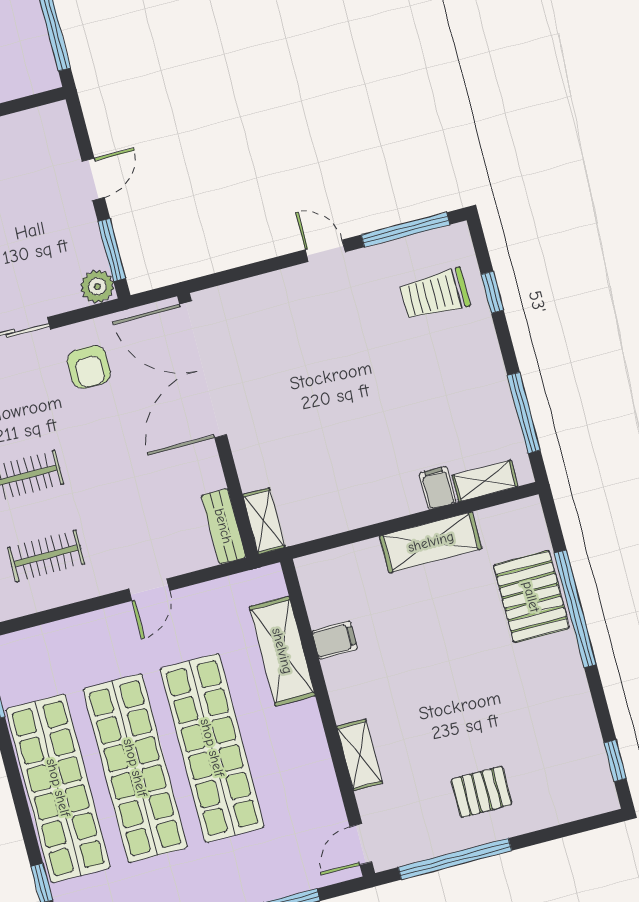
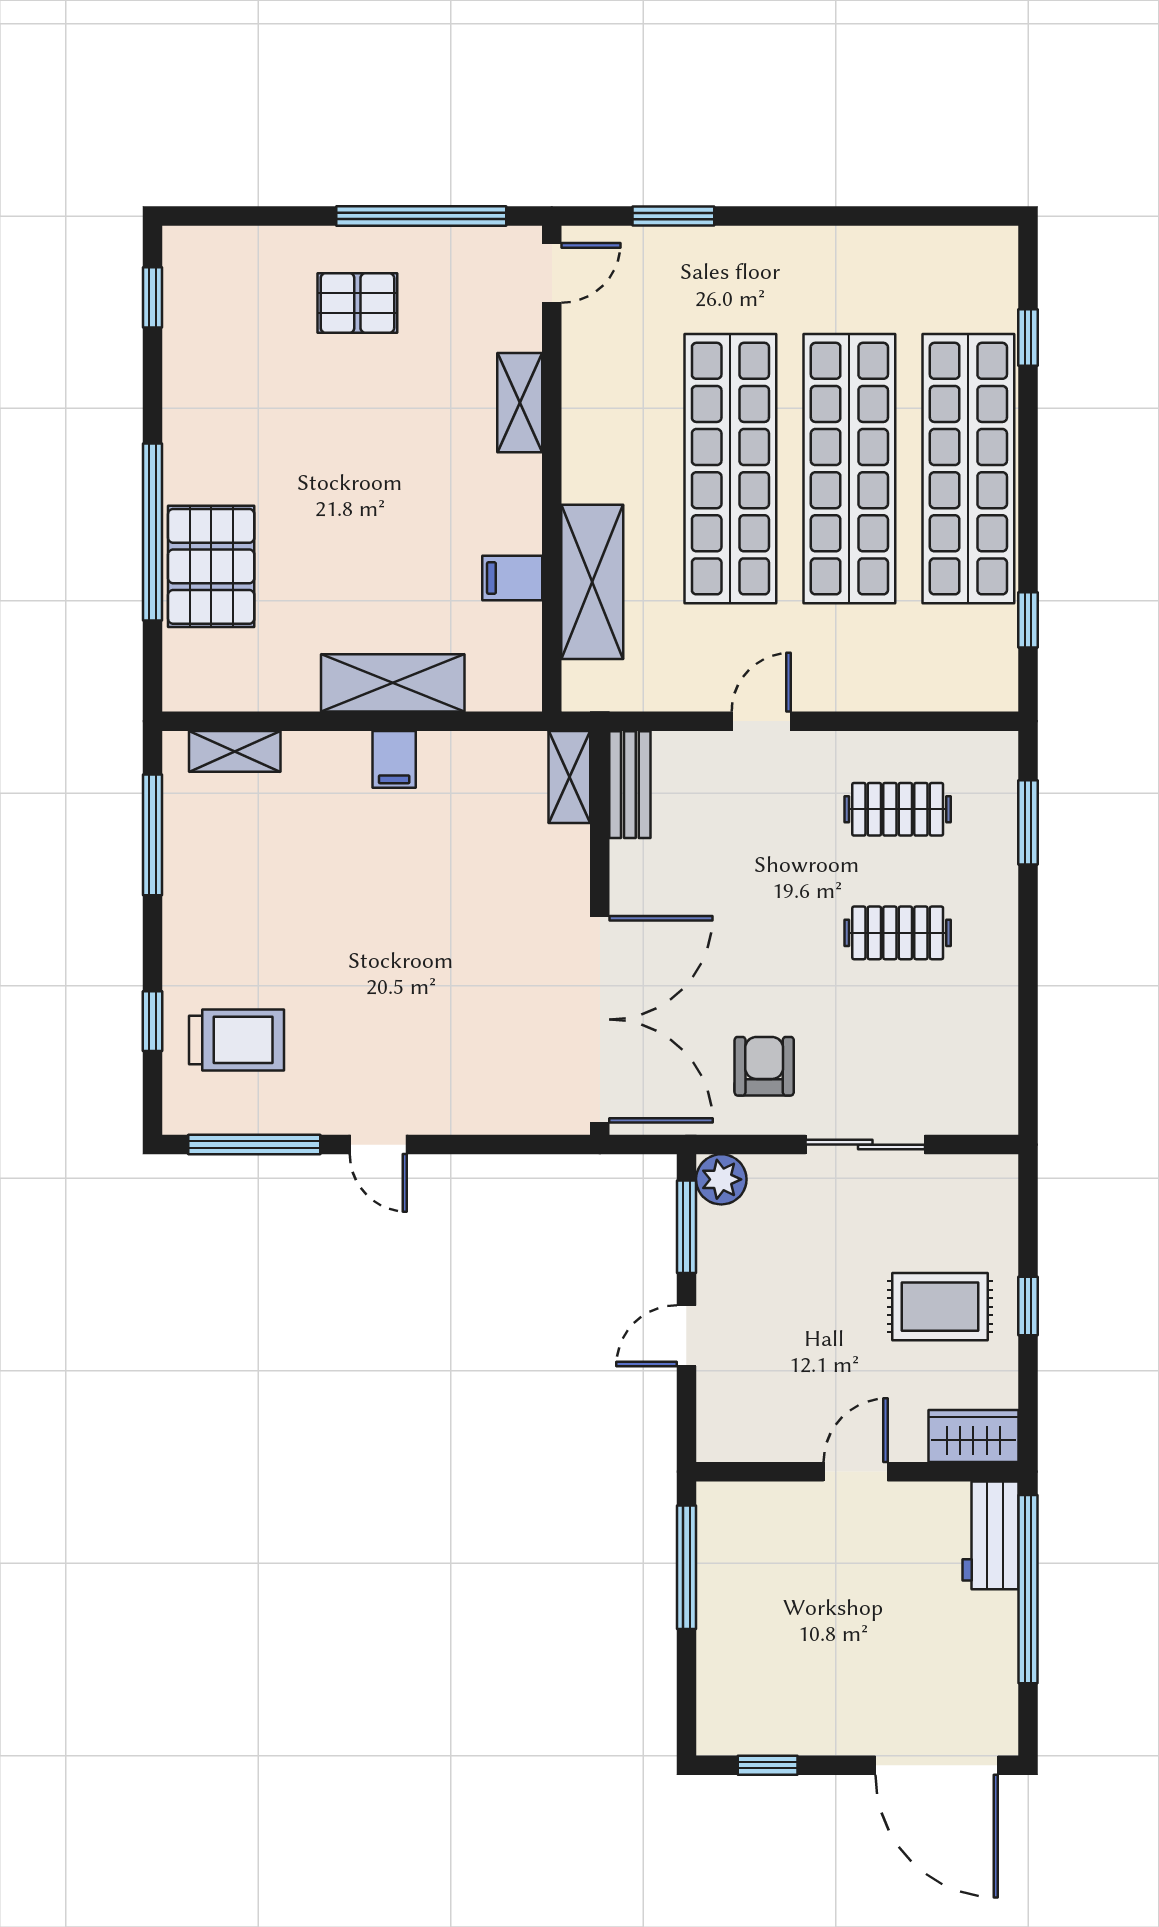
filing cabinet: (438, 488) -> (394, 759), moved
shelving: (431, 542) -> (393, 683), moved

